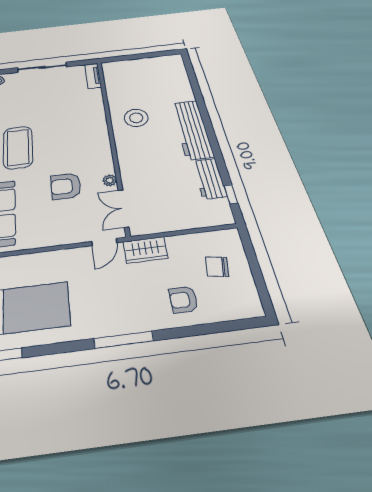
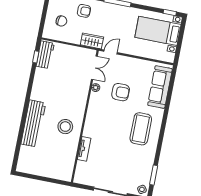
tv unit: (93, 76) -> (84, 149), moved
workbench: (192, 129) -> (33, 123), moved
workbench: (209, 179) -> (45, 55), moved

